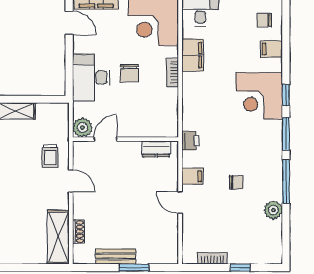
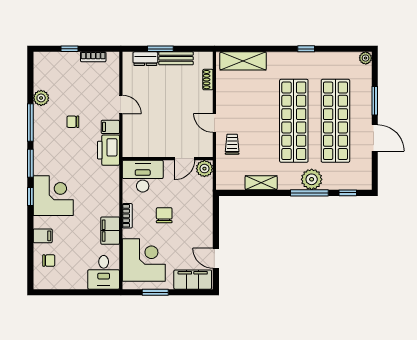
desk: (91, 77) -> (143, 176), moved, turned -90
printer: (190, 141) -> (108, 150), width x1.87, depth x1.48
dresser: (156, 149) -> (145, 59), moved, turned 180
shelving: (58, 237) -> (243, 61), moved, turned 90

